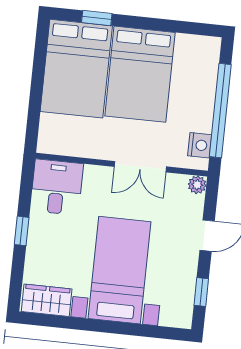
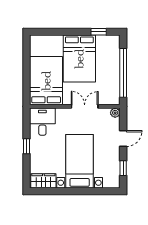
window: (97, 18) -> (99, 32), moved
bed: (76, 69) -> (46, 81), moved, turned 180
nightstand: (200, 145) -> (114, 92), removed
double door: (140, 167) -> (85, 106), swing flipped

